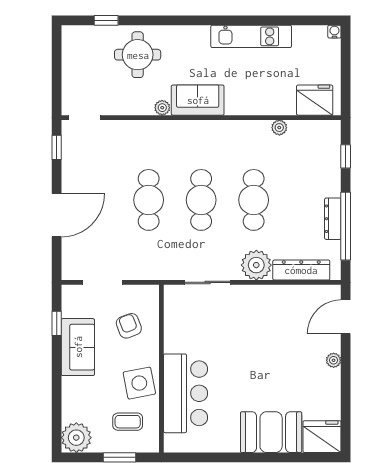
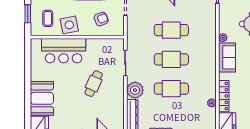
locker: (267, 106) -> (224, 96), added
cafe table: (245, 339) -> (94, 84), added

